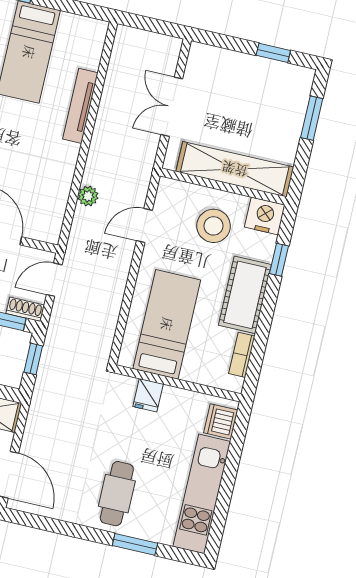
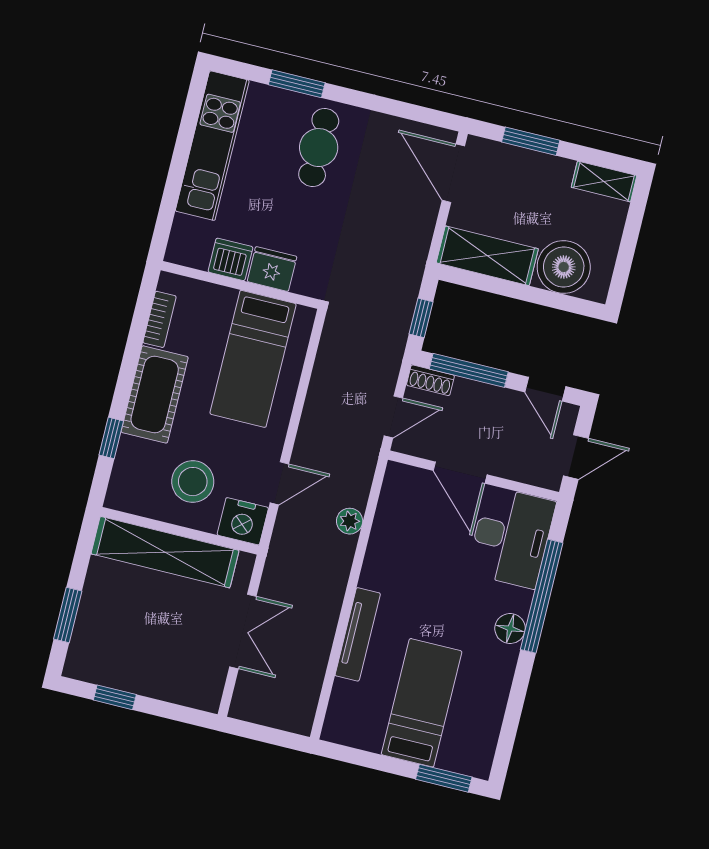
nightstand: (265, 216) -> (243, 521), moved
fridge: (148, 395) -> (272, 269), width x1.38
dishwasher: (221, 421) -> (230, 259), moved, turned -90

